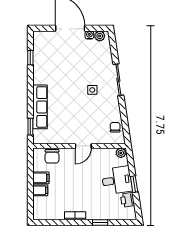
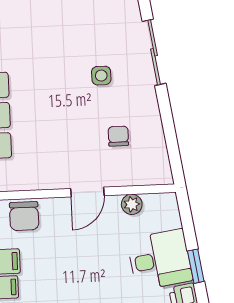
chair: (115, 127) -> (118, 136), moved
plant: (121, 153) -> (132, 204), moved

